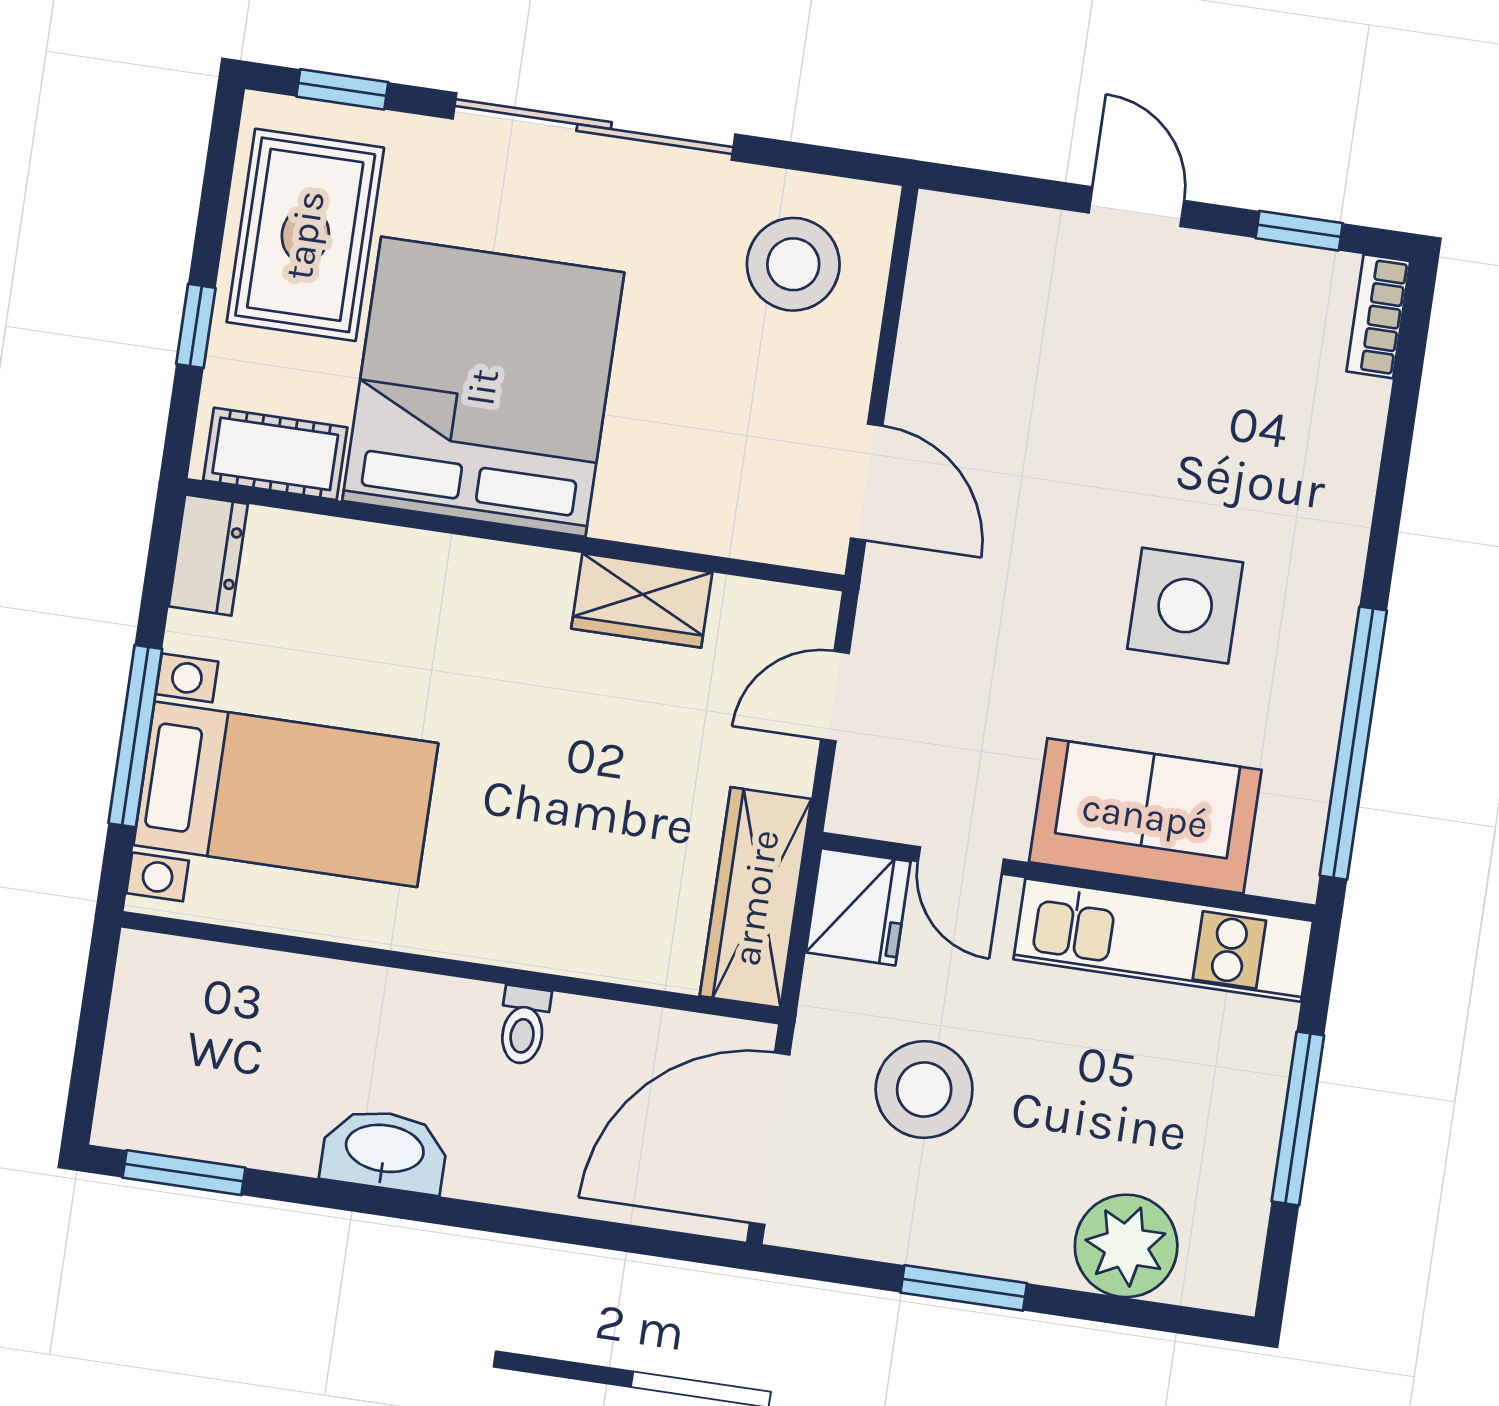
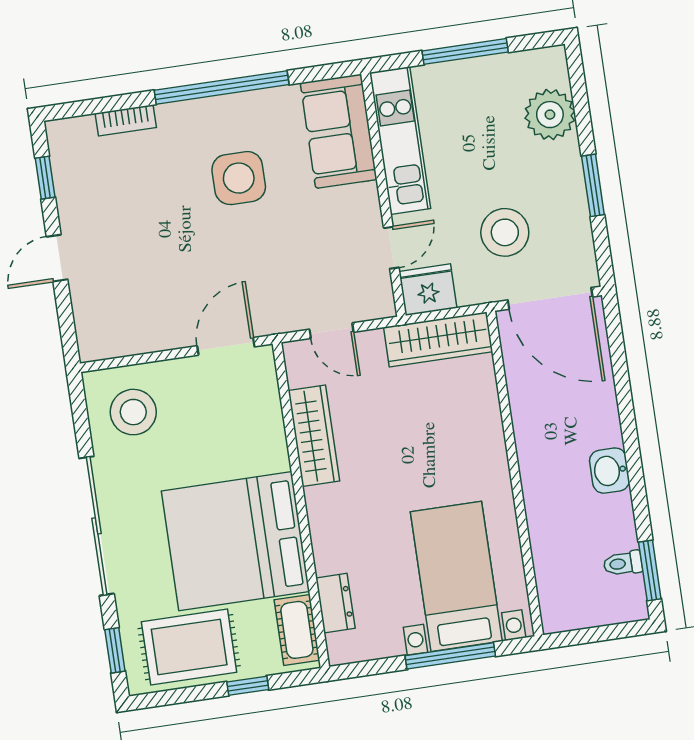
bookcase: (1378, 316) -> (126, 120), moved
dresser: (208, 555) -> (335, 603), moved, turned 90
wardrobe: (642, 600) -> (314, 436), width x1.50
window: (1353, 743) -> (222, 87), moved
sofa: (1145, 816) -> (339, 131), moved
toilet: (524, 1025) -> (623, 563), moved, turned 180
washbasin: (384, 1151) -> (610, 471), width x0.72

